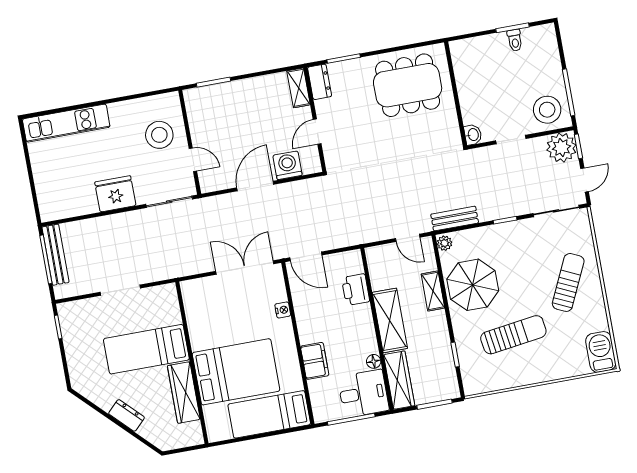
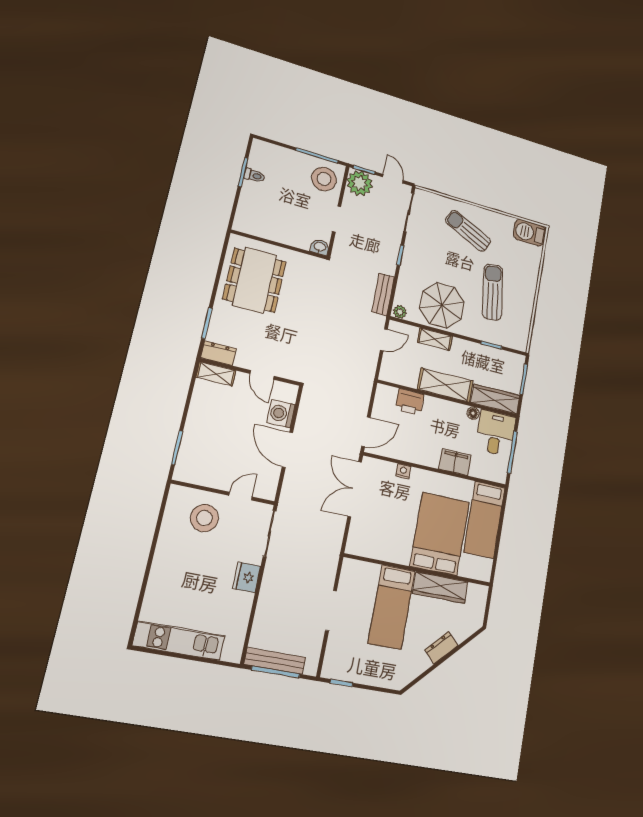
kitchen unit: (66, 123) -> (179, 641), moved, turned -90
fridge: (115, 194) -> (247, 577), width x0.73, depth x0.75

